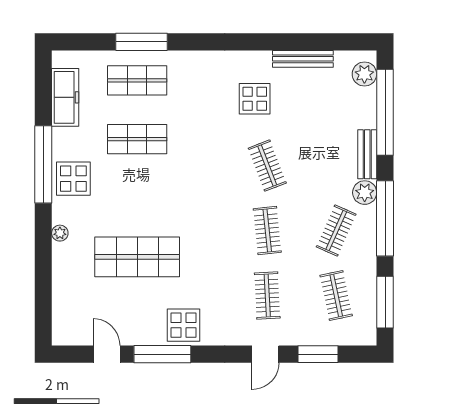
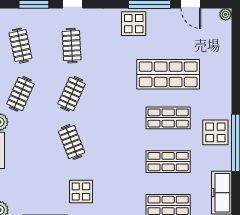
shop shelf: (137, 198) -> (168, 118), added
clothes rail: (267, 231) -> (72, 94), turned 30
plant: (60, 233) -> (226, 14), moved

